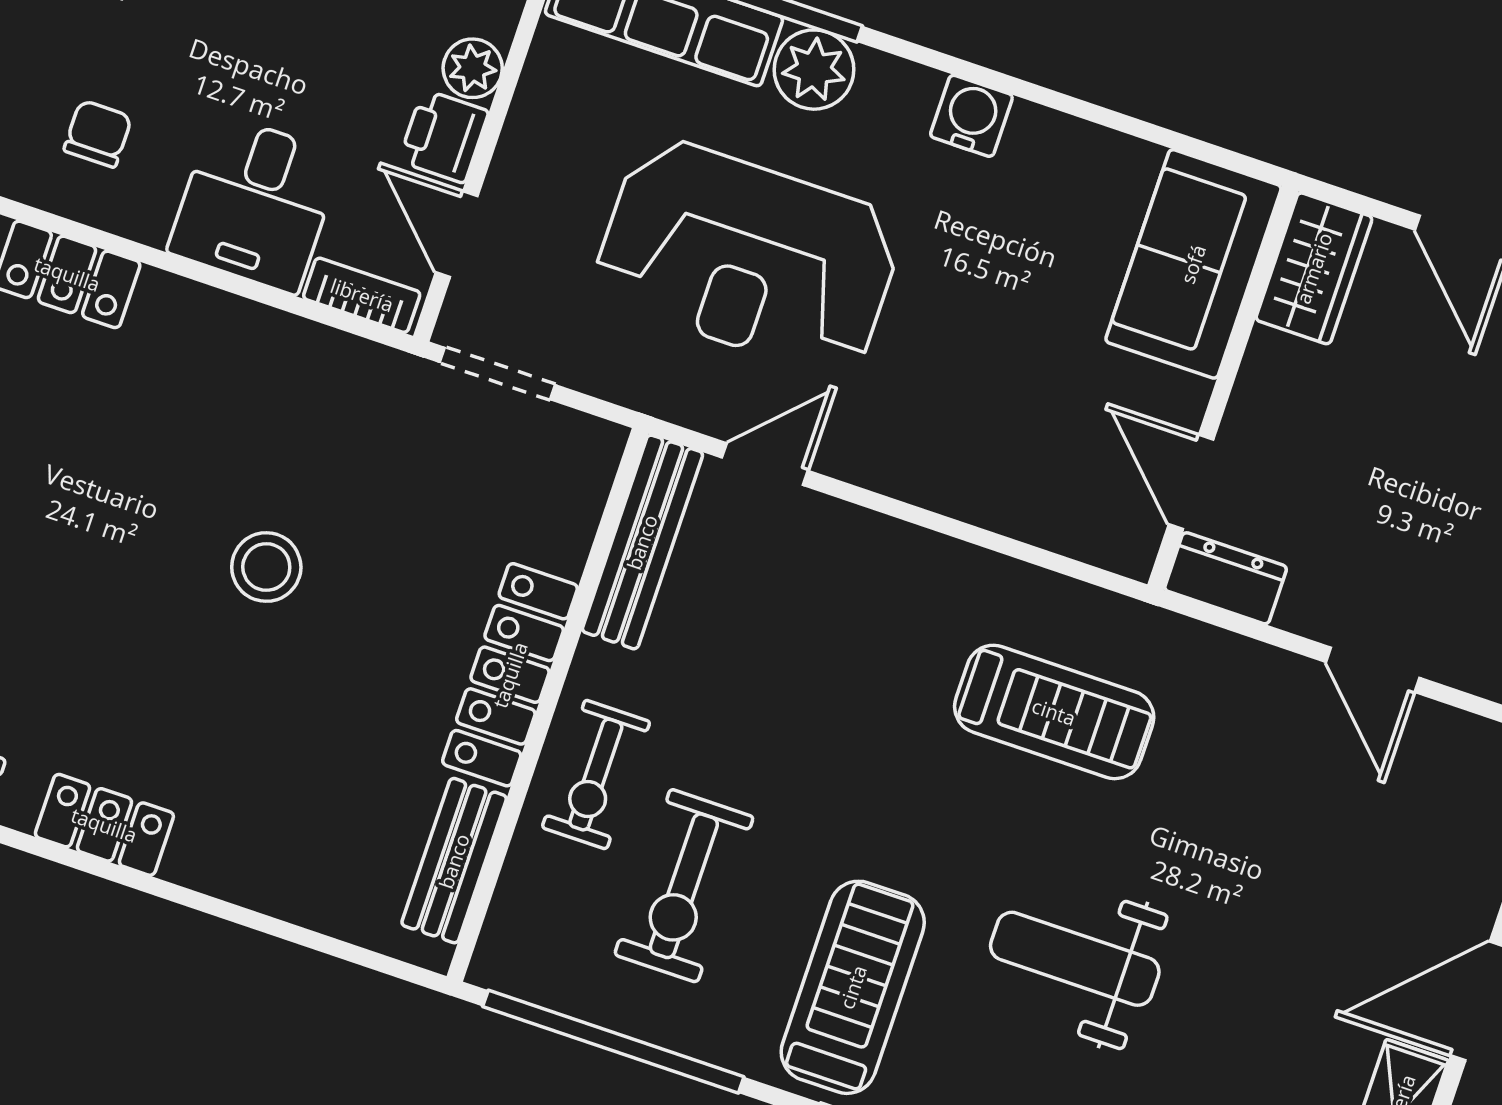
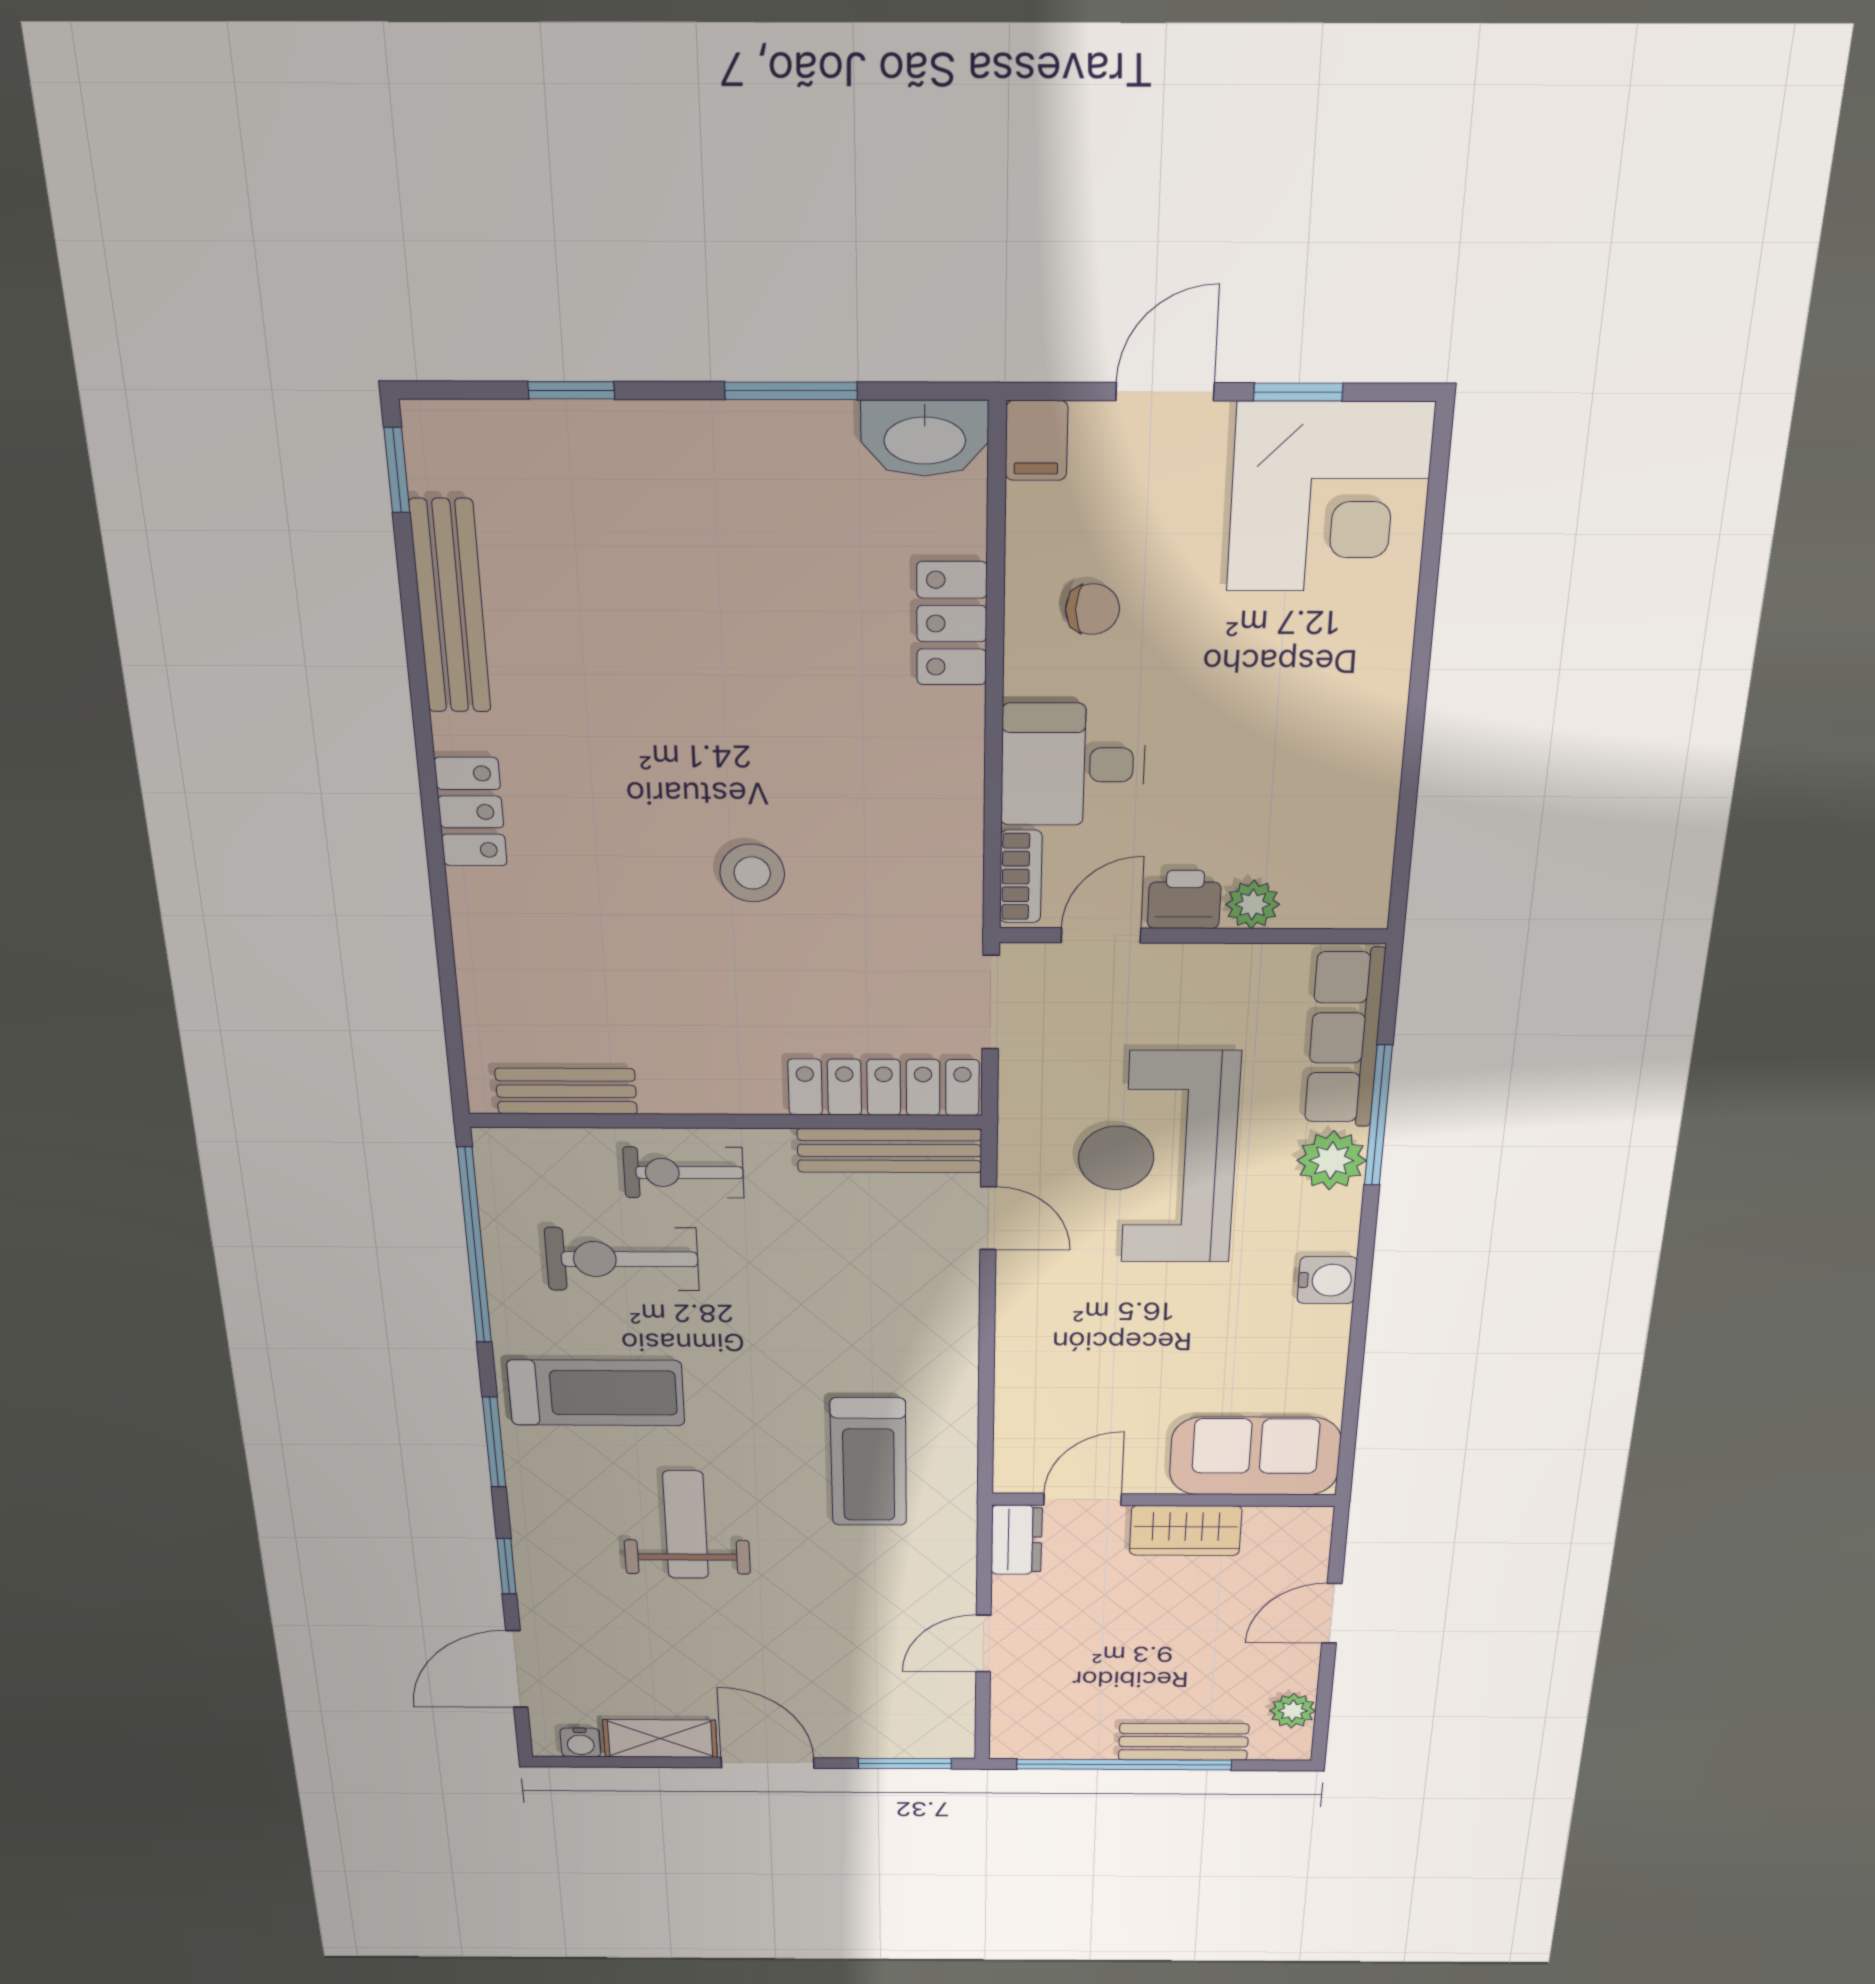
wardrobe: (1314, 268) -> (1186, 1531), moved
locker: (510, 675) -> (884, 1087), moved

